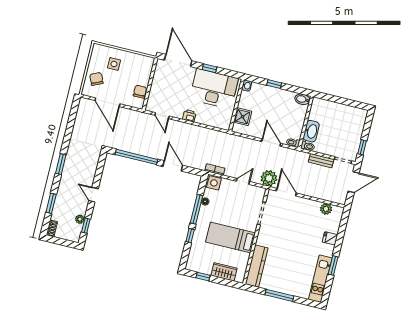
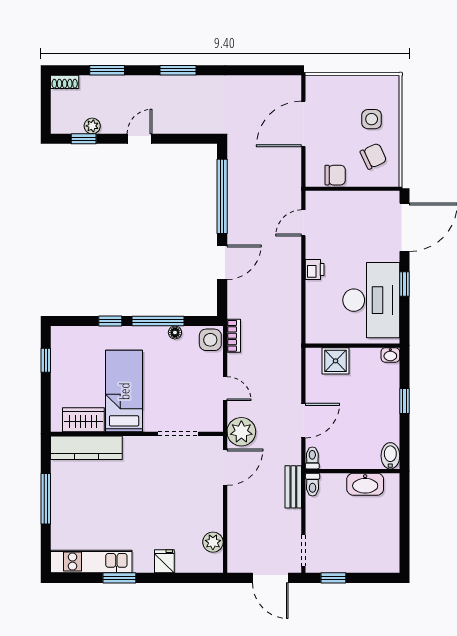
chair: (96, 79) -> (373, 156), moved
washbasin: (311, 131) -> (365, 484), moved
bench: (321, 161) -> (293, 487), moved
wardrobe: (224, 272) -> (83, 420), moved, turned -90

